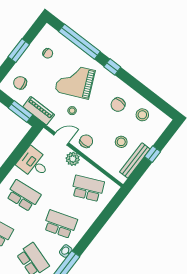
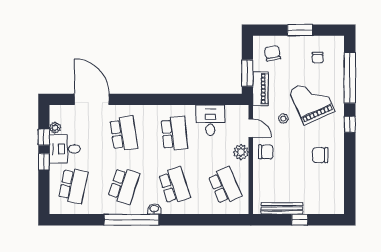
stool: (142, 115) -> (328, 184), removed
stool: (121, 142) -> (289, 183), removed

